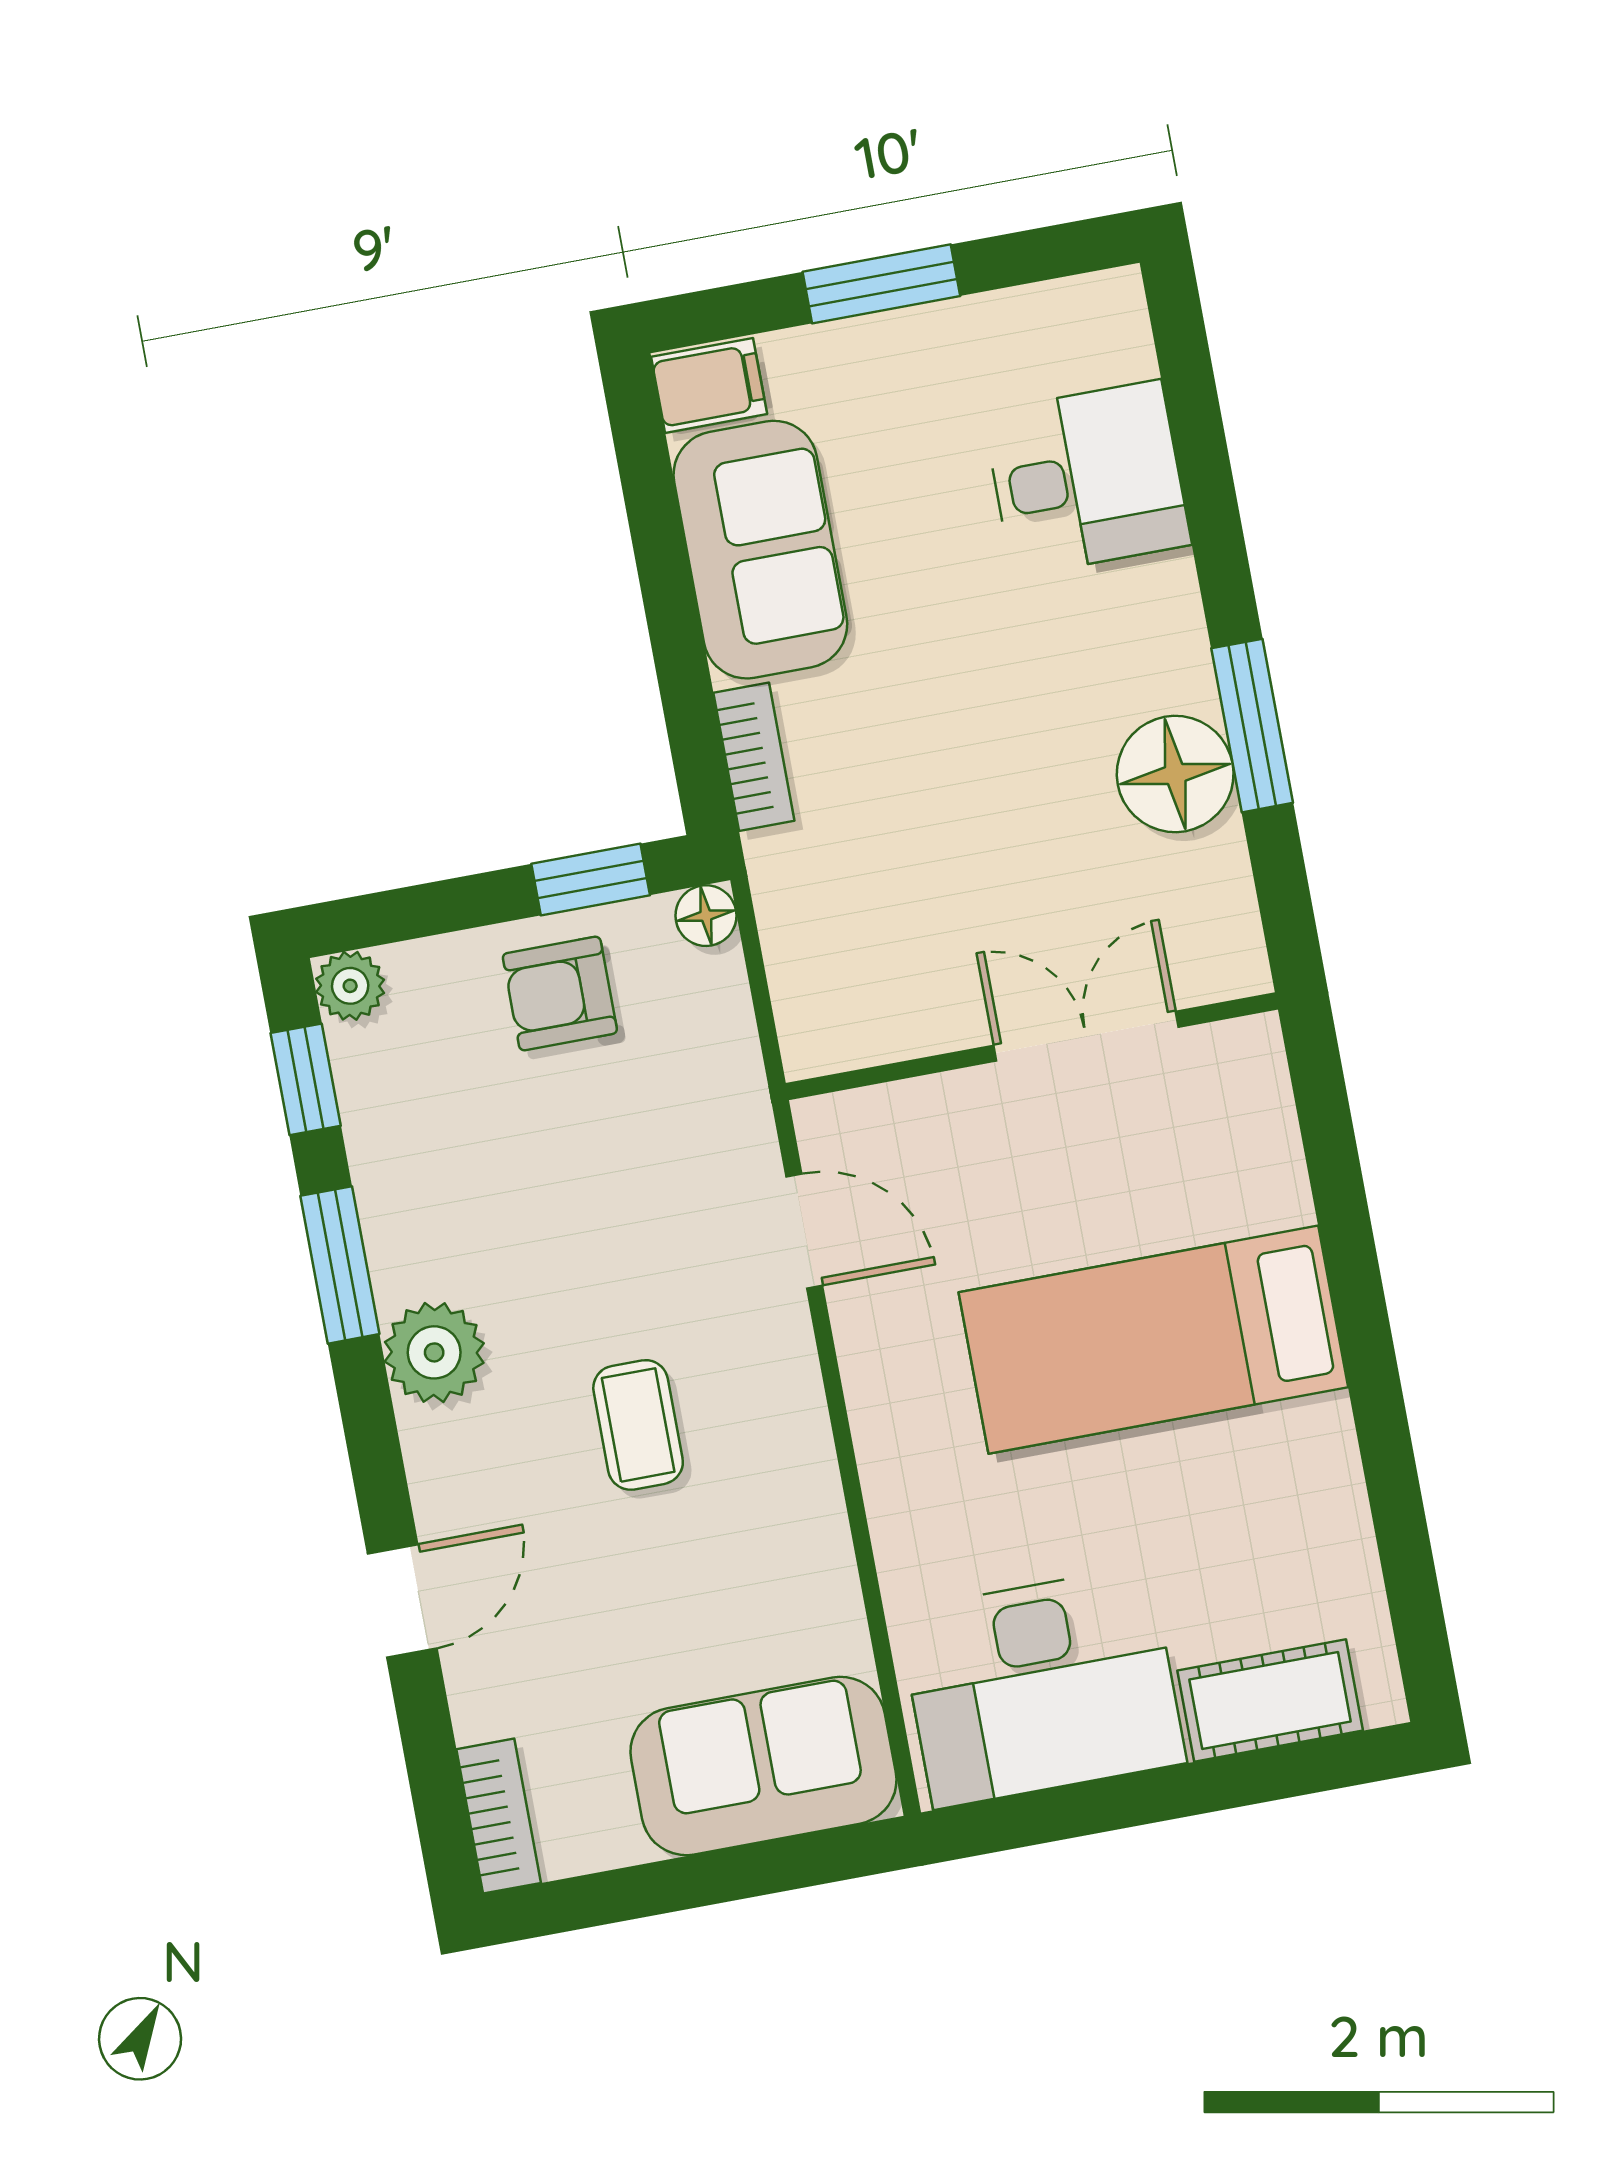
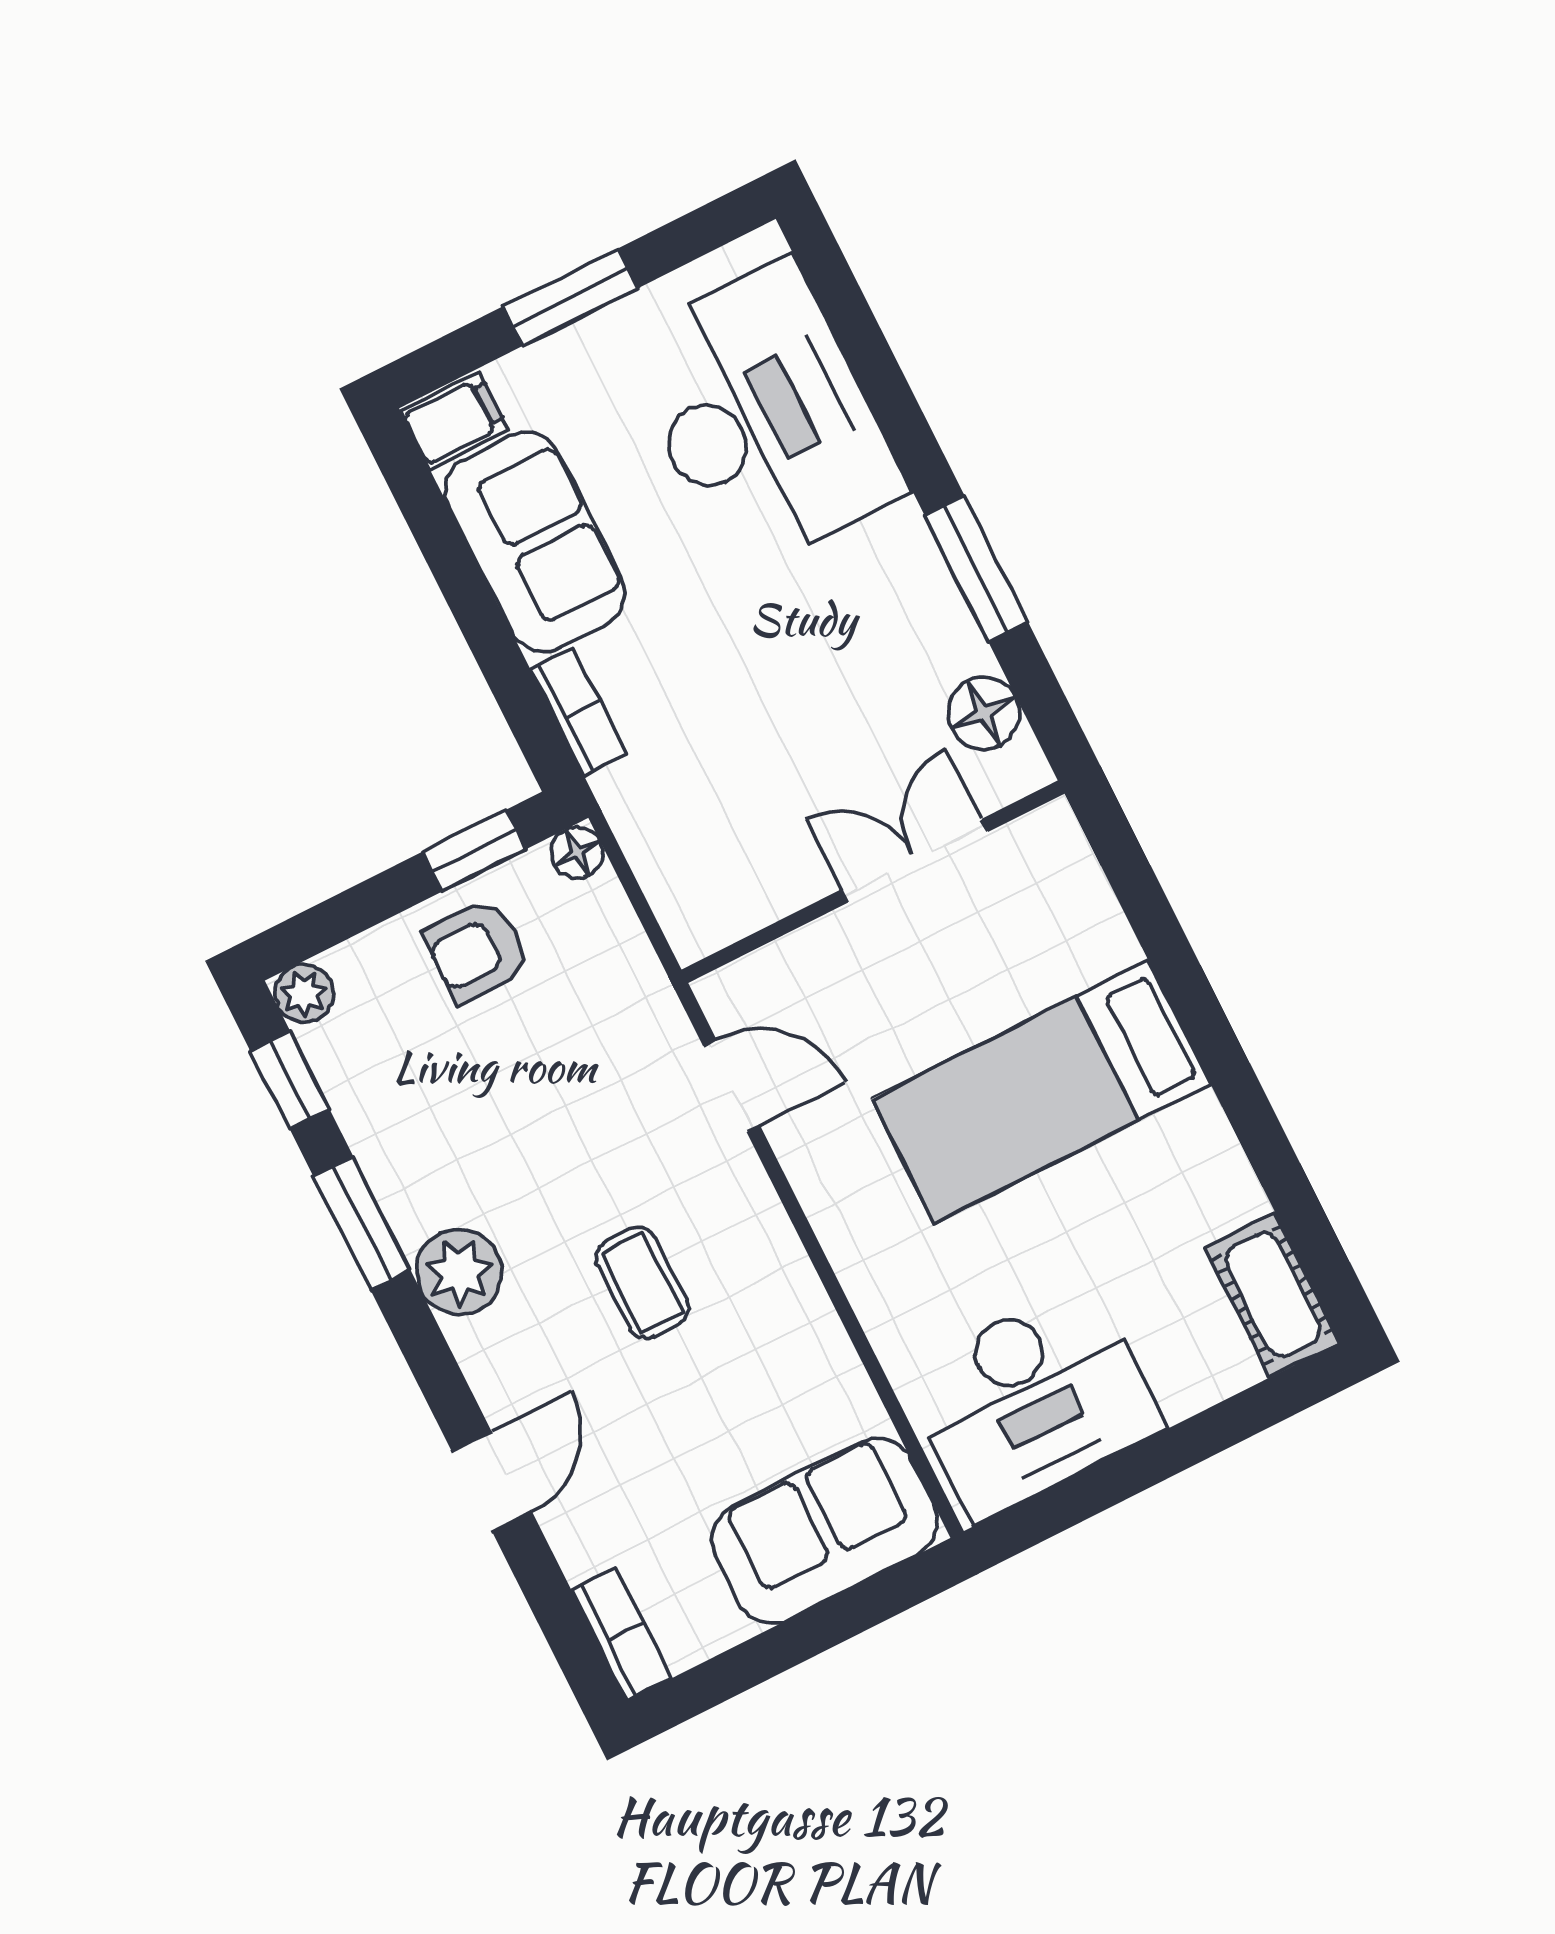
desk: (1087, 478) -> (763, 417), width x1.87, depth x1.30
floor lamp: (1175, 774) -> (984, 713), moved, width x0.73, depth x0.73
cot: (1270, 1700) -> (1273, 1295), moved, turned 90

